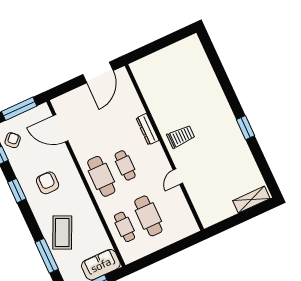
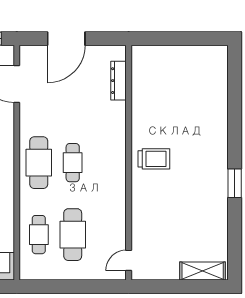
door: (98, 72) -> (66, 39), moved
dresser: (147, 129) -> (119, 81), moved
door: (178, 177) -> (129, 260), moved

